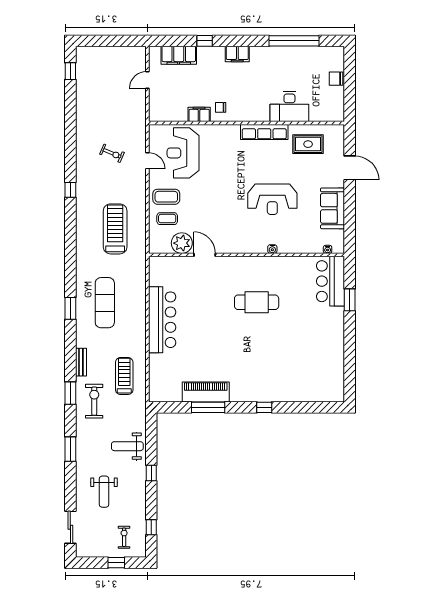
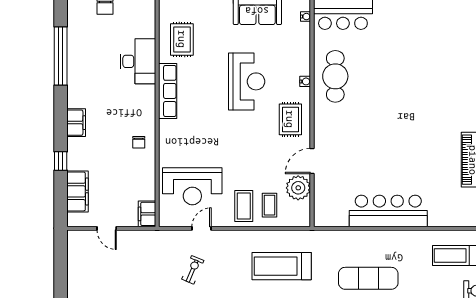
filing cabinet: (199, 114) -> (147, 214), moved
rug: (240, 236) -> (290, 119), added
cafe table: (257, 302) -> (335, 76), moved

